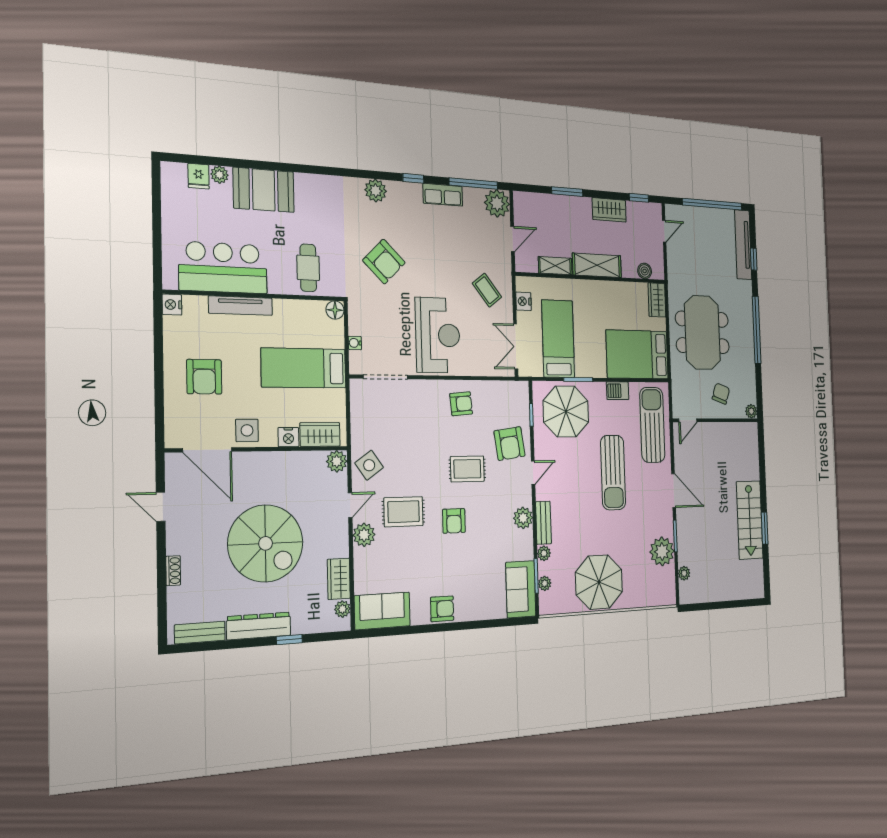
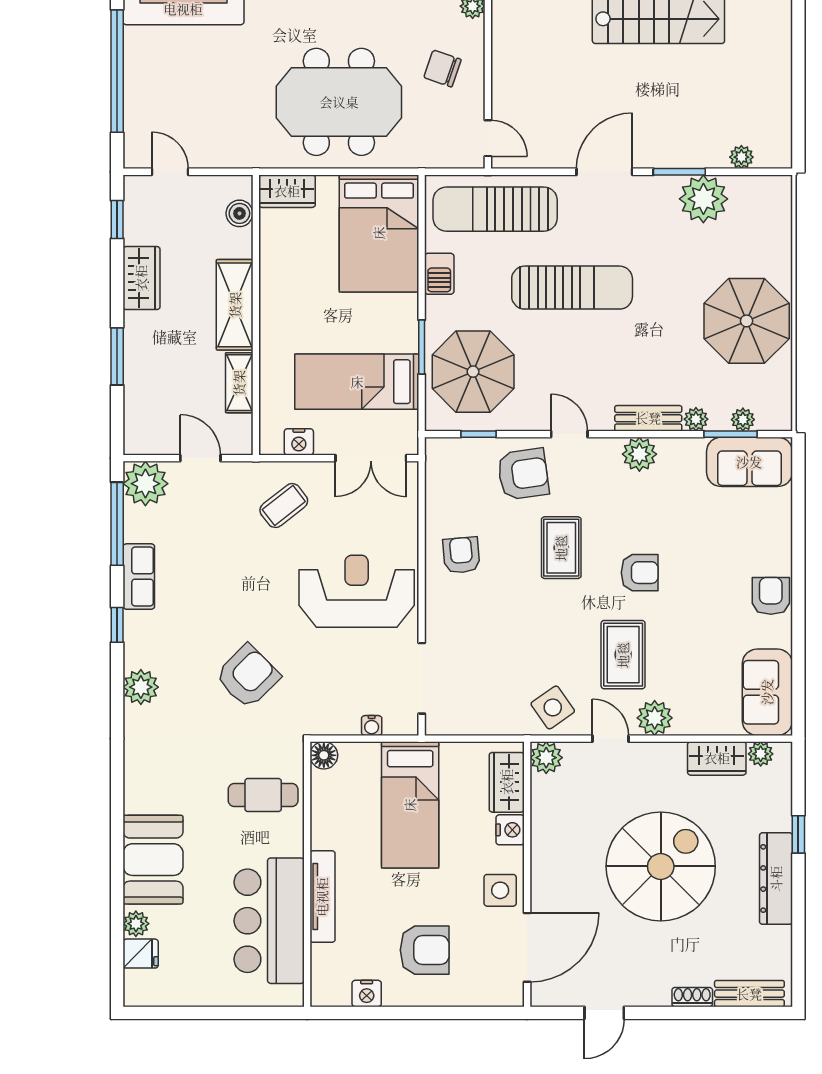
nightstand: (172, 305) -> (367, 994), moved
bench: (200, 633) -> (749, 994), moved, turned 90

